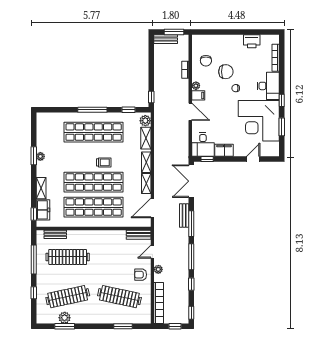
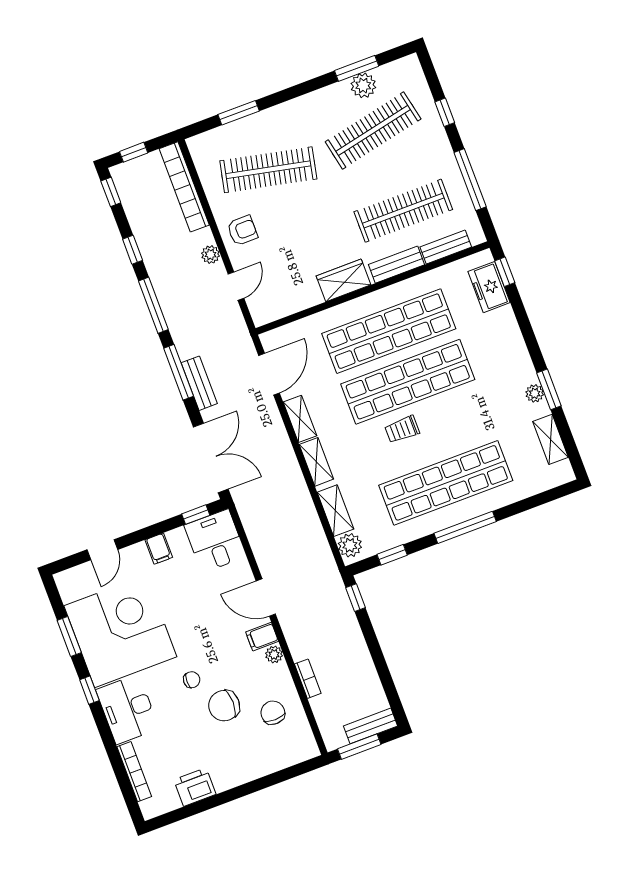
filing cabinet: (224, 150) -> (159, 549), width x0.50
shelving: (41, 188) -> (551, 439), moved
bench: (139, 235) -> (396, 265), moved
wardrobe: (105, 236) -> (344, 280), added

